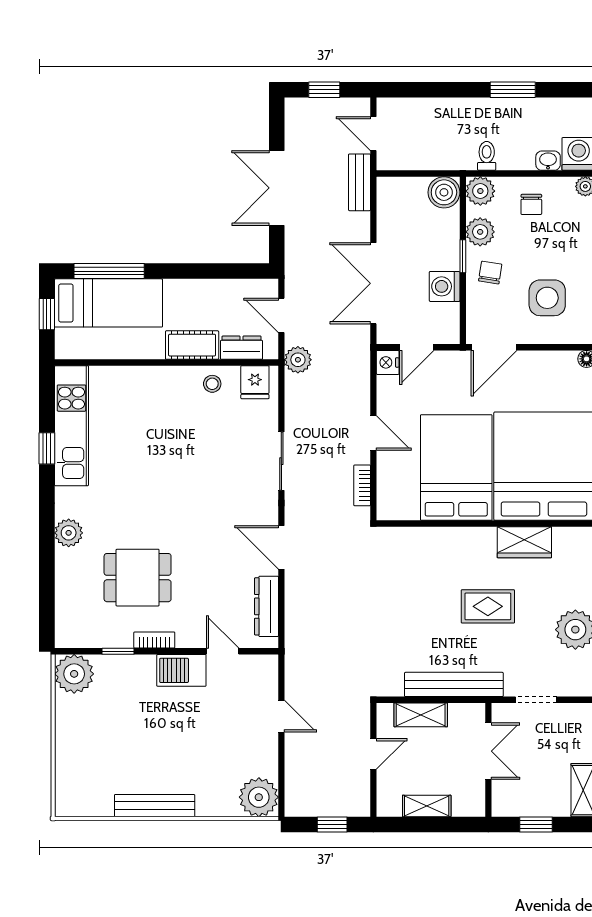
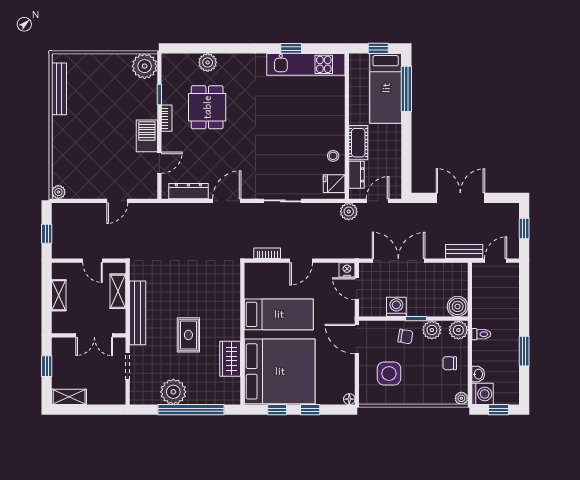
bed: (456, 468) -> (279, 314), width x0.67
plant: (69, 533) -> (208, 62), moved
plant: (259, 797) -> (58, 192), width x0.53, depth x0.53
bench: (155, 806) -> (59, 89), moved

